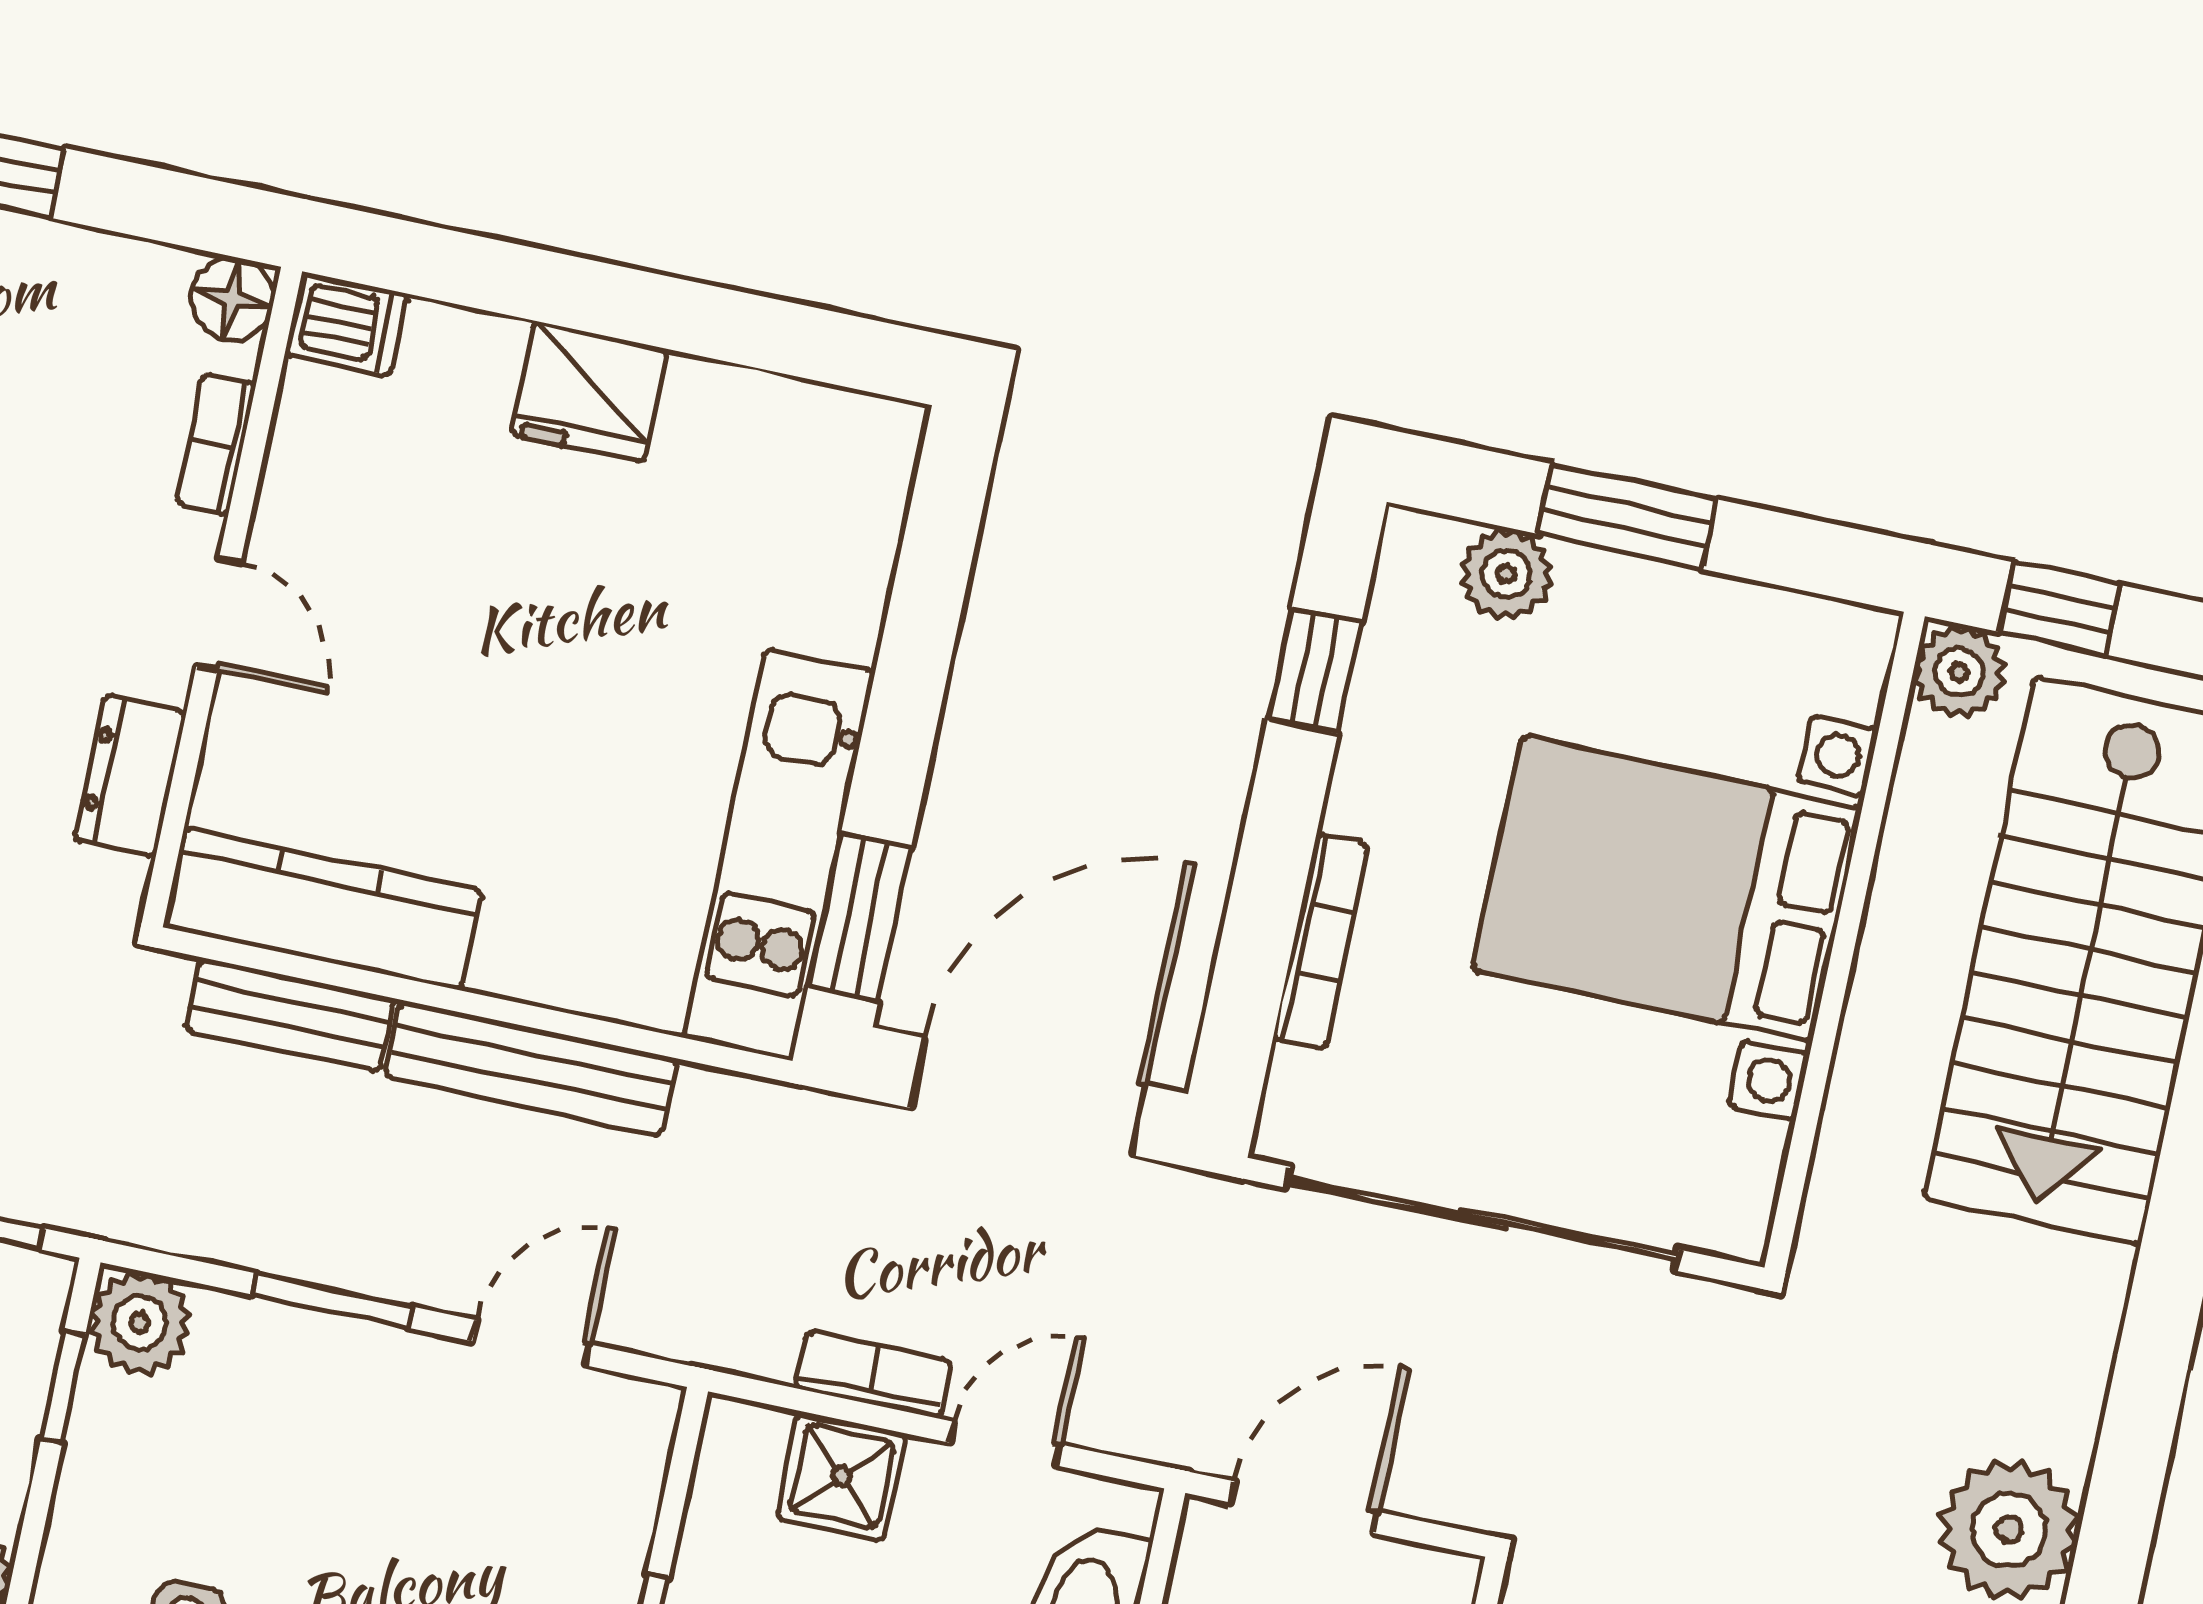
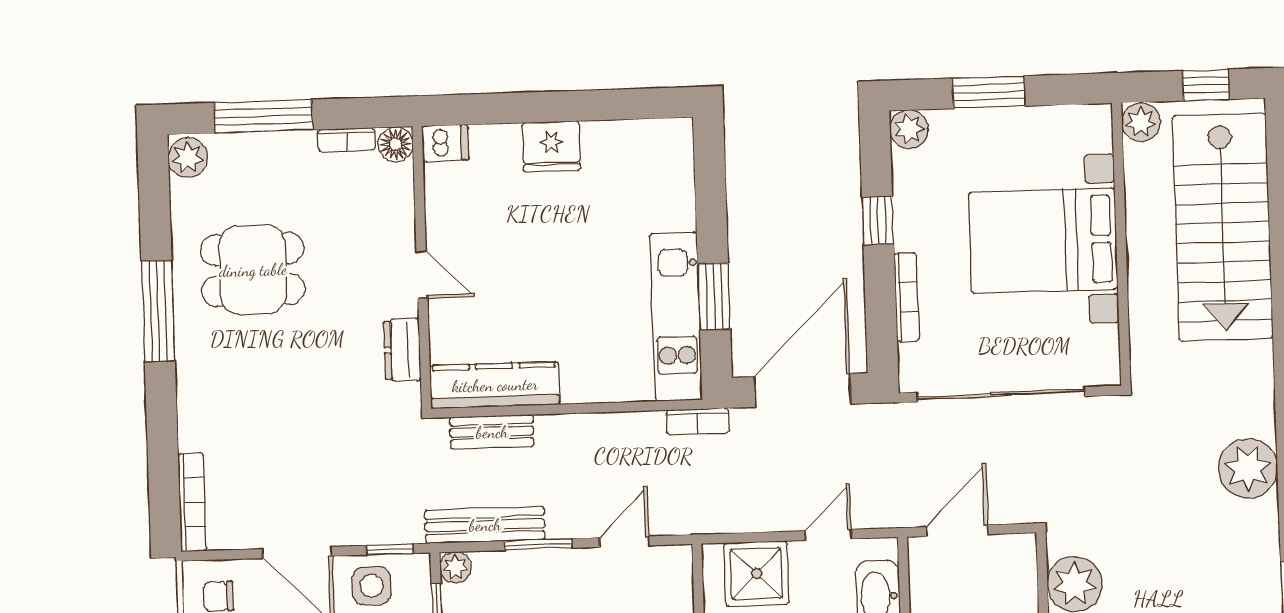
bookcase: (216, 444) -> (347, 140), moved, turned -90
plant: (1506, 574) -> (909, 129), moved
window: (2060, 608) -> (1206, 85), moved
window: (1315, 671) -> (878, 220), moved
window: (860, 917) -> (714, 296), moved
bench: (531, 1068) -> (485, 525), moved
plant: (140, 1323) -> (456, 567), width x0.73, depth x0.73
bookcase: (873, 1375) -> (698, 421), moved, turned 180
shower: (842, 1476) -> (756, 574), width x1.36, depth x1.36

